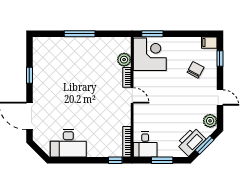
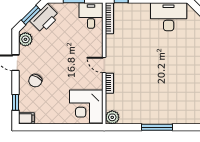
window: (152, 34) -> (84, 127), removed
plant: (124, 60) -> (112, 117), moved
chair: (196, 70) -> (35, 81), moved

